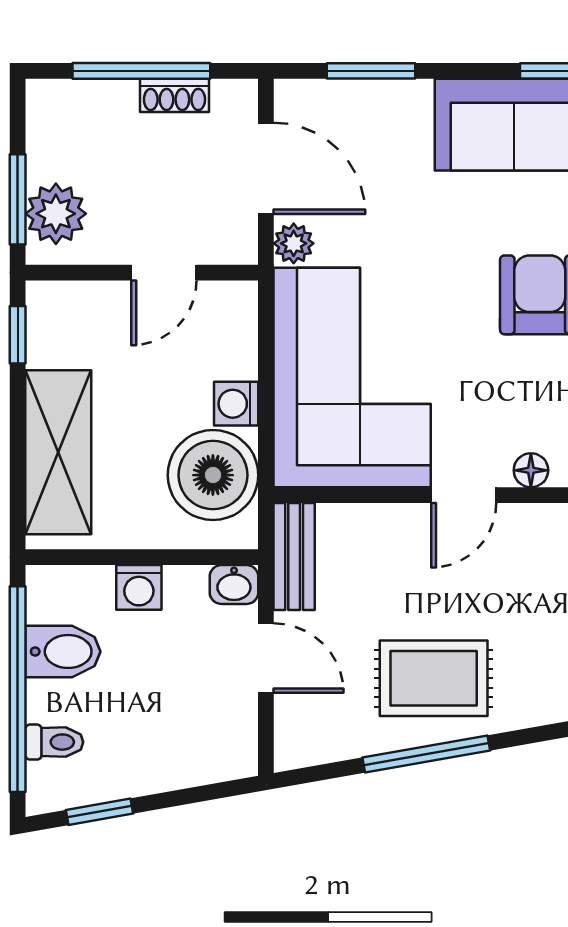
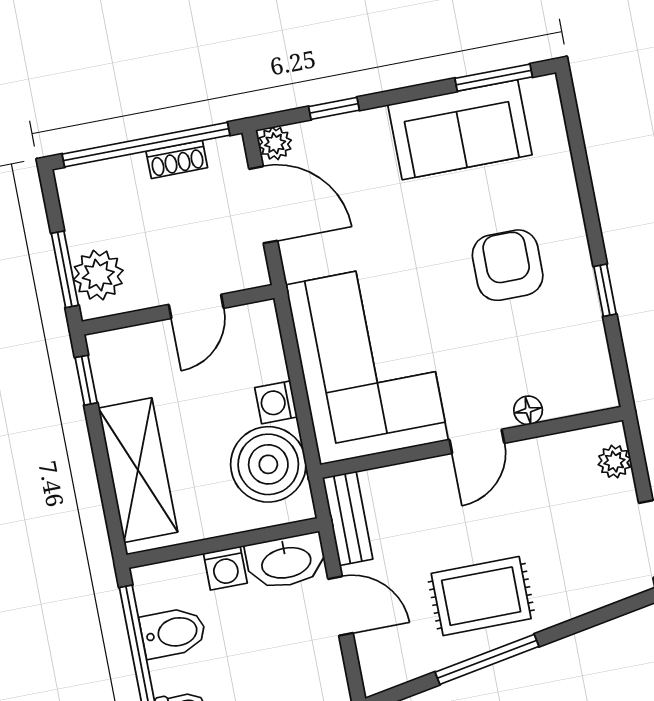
window: (141, 71) -> (146, 145), width x1.46
window: (371, 71) -> (334, 108), width x0.67
plant: (294, 243) -> (275, 143), moved
washbasin: (234, 585) -> (286, 561), width x1.91, depth x1.45

